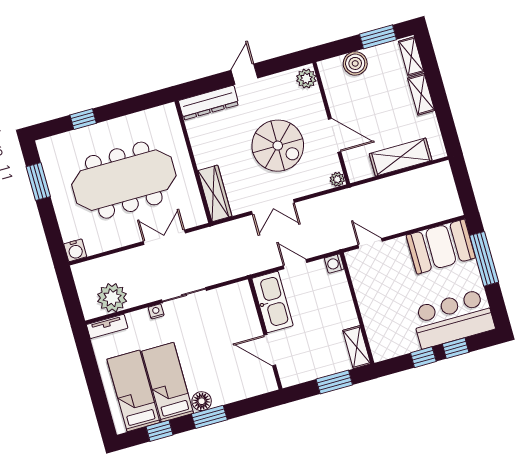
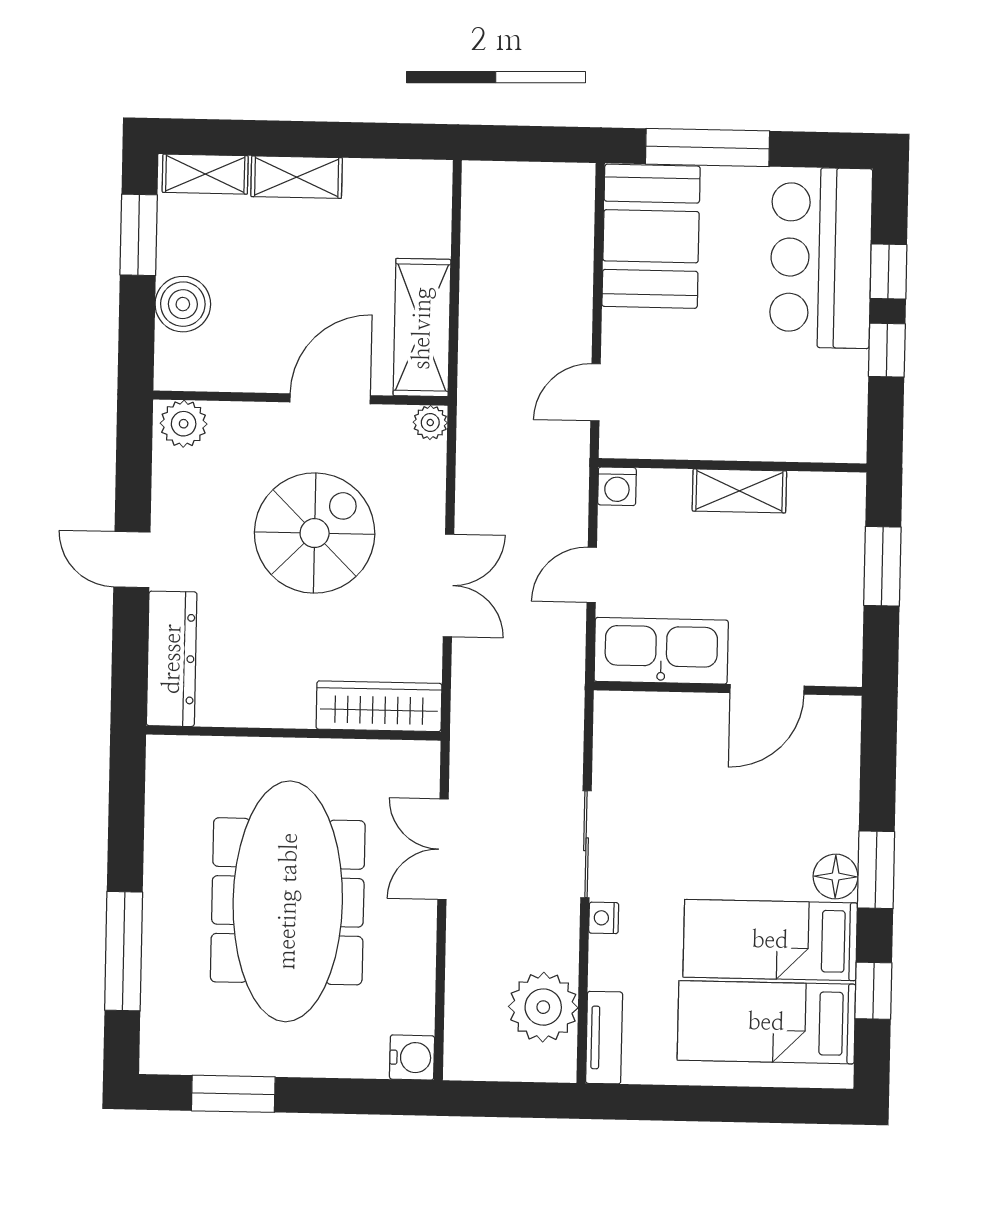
window: (83, 119) -> (124, 951), width x2.17
shelving: (401, 157) -> (422, 328), moved
shelving: (357, 347) -> (739, 491), moved

